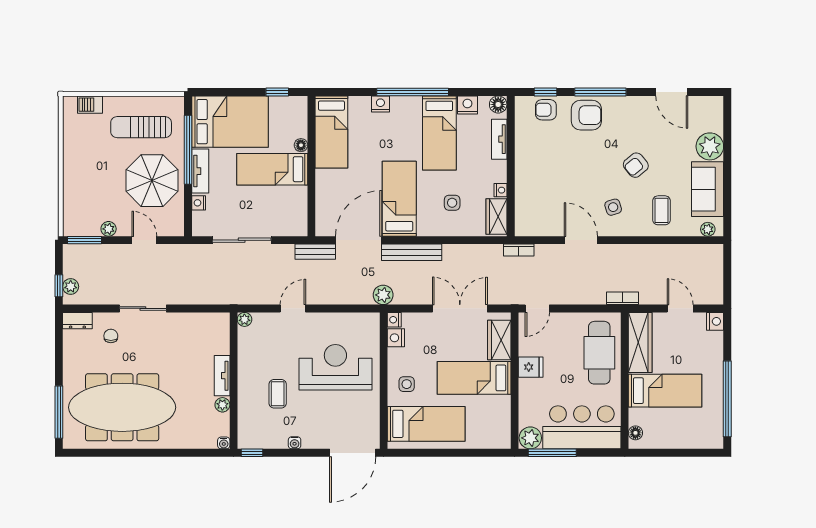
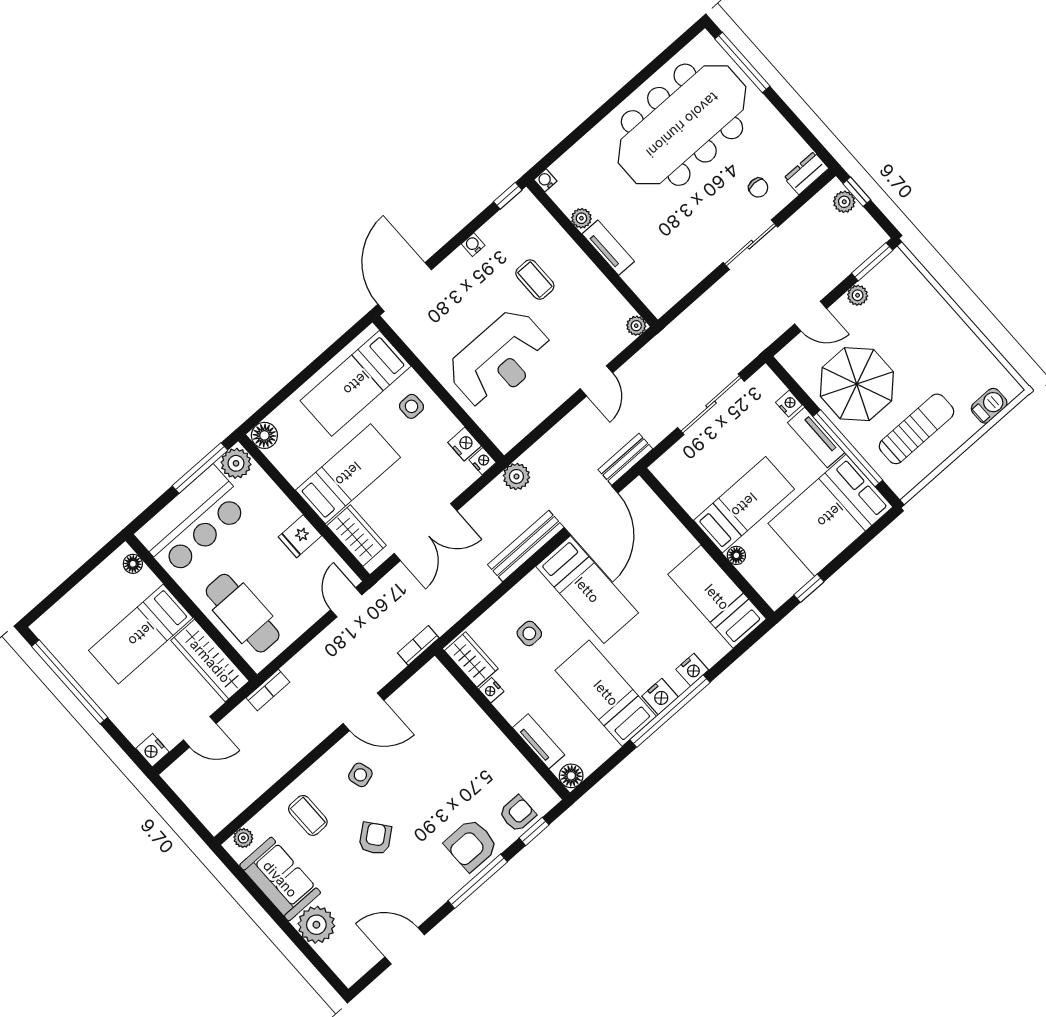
nightstand: (467, 105) -> (660, 696), moved
floor lamp: (501, 439) -> (264, 435), added

